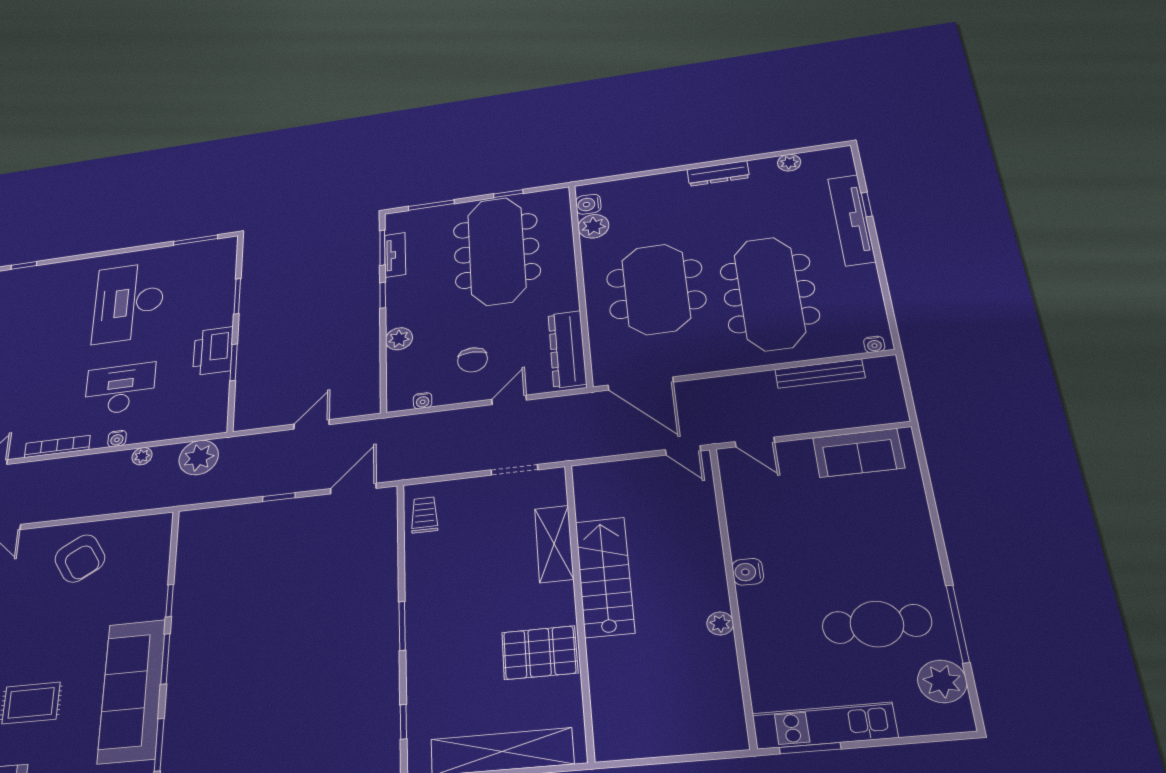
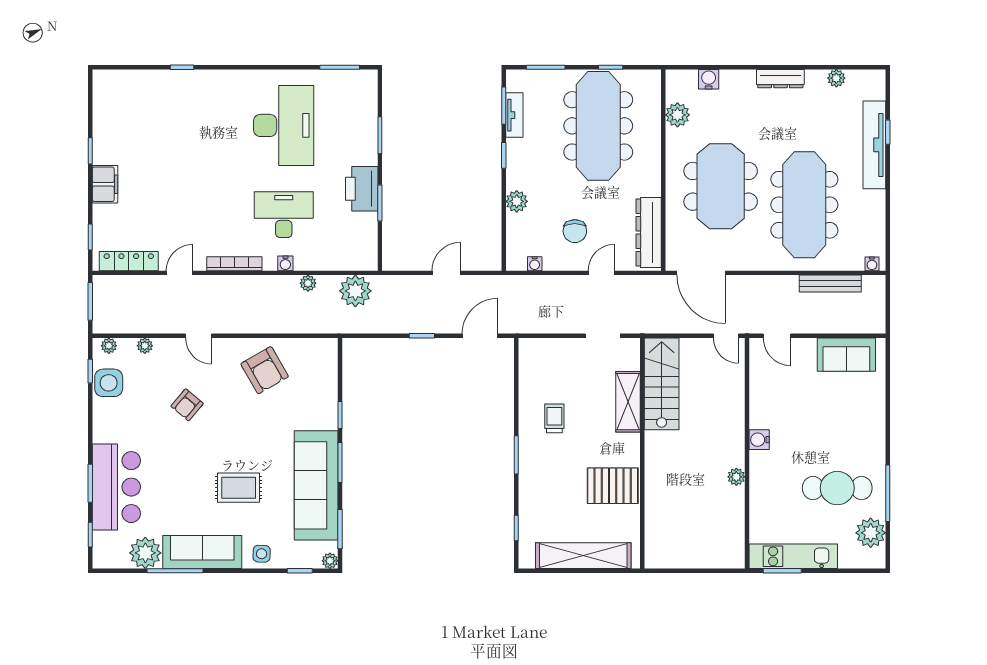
water cooler: (588, 204) -> (709, 79), moved, turned 90
desk: (129, 302) -> (284, 125), turned 180
trolley: (424, 515) -> (554, 418), moved
stairs: (605, 577) -> (662, 384), moved

